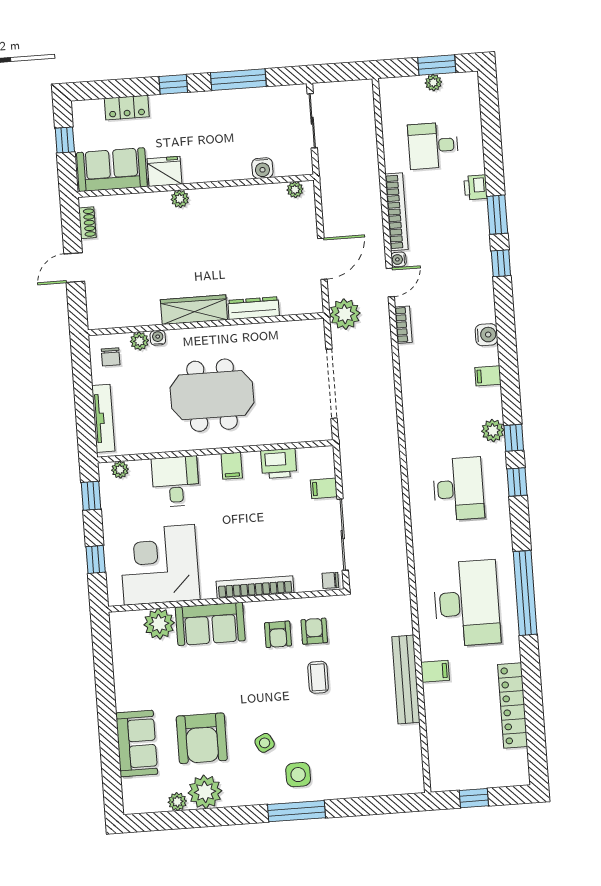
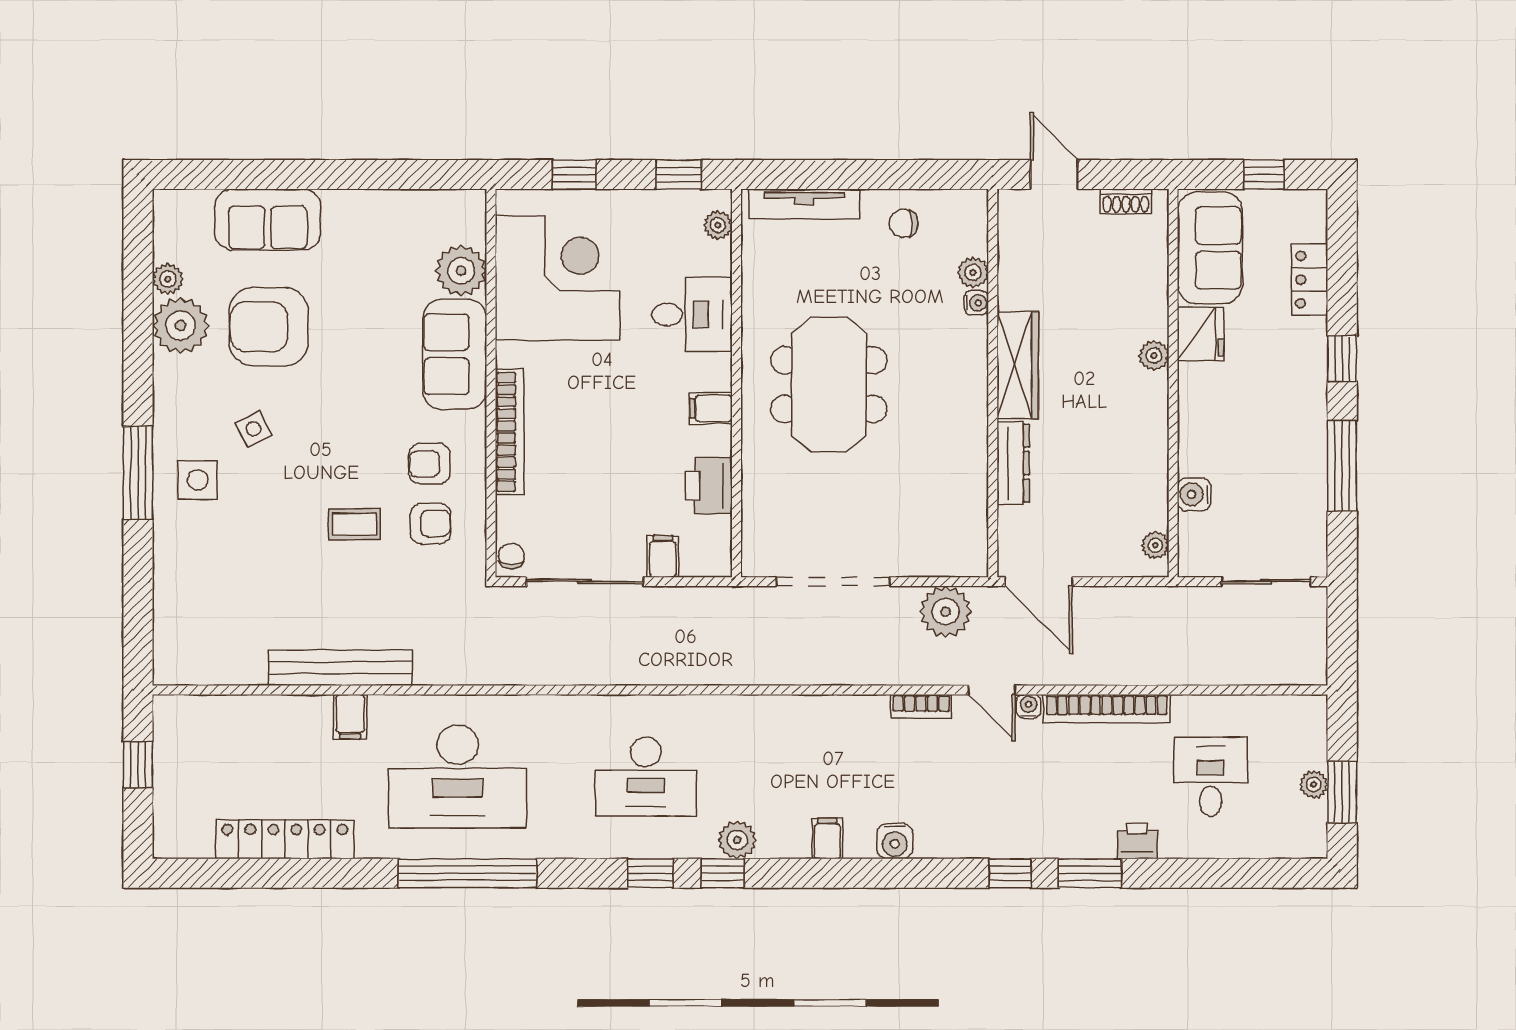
dresser: (254, 308) -> (1013, 463), moved
wardrobe: (194, 310) -> (1018, 365), moved
wall: (206, 324) -> (993, 383), moved
water cooler: (158, 338) -> (976, 303), moved
plant: (139, 341) -> (973, 272), moved

